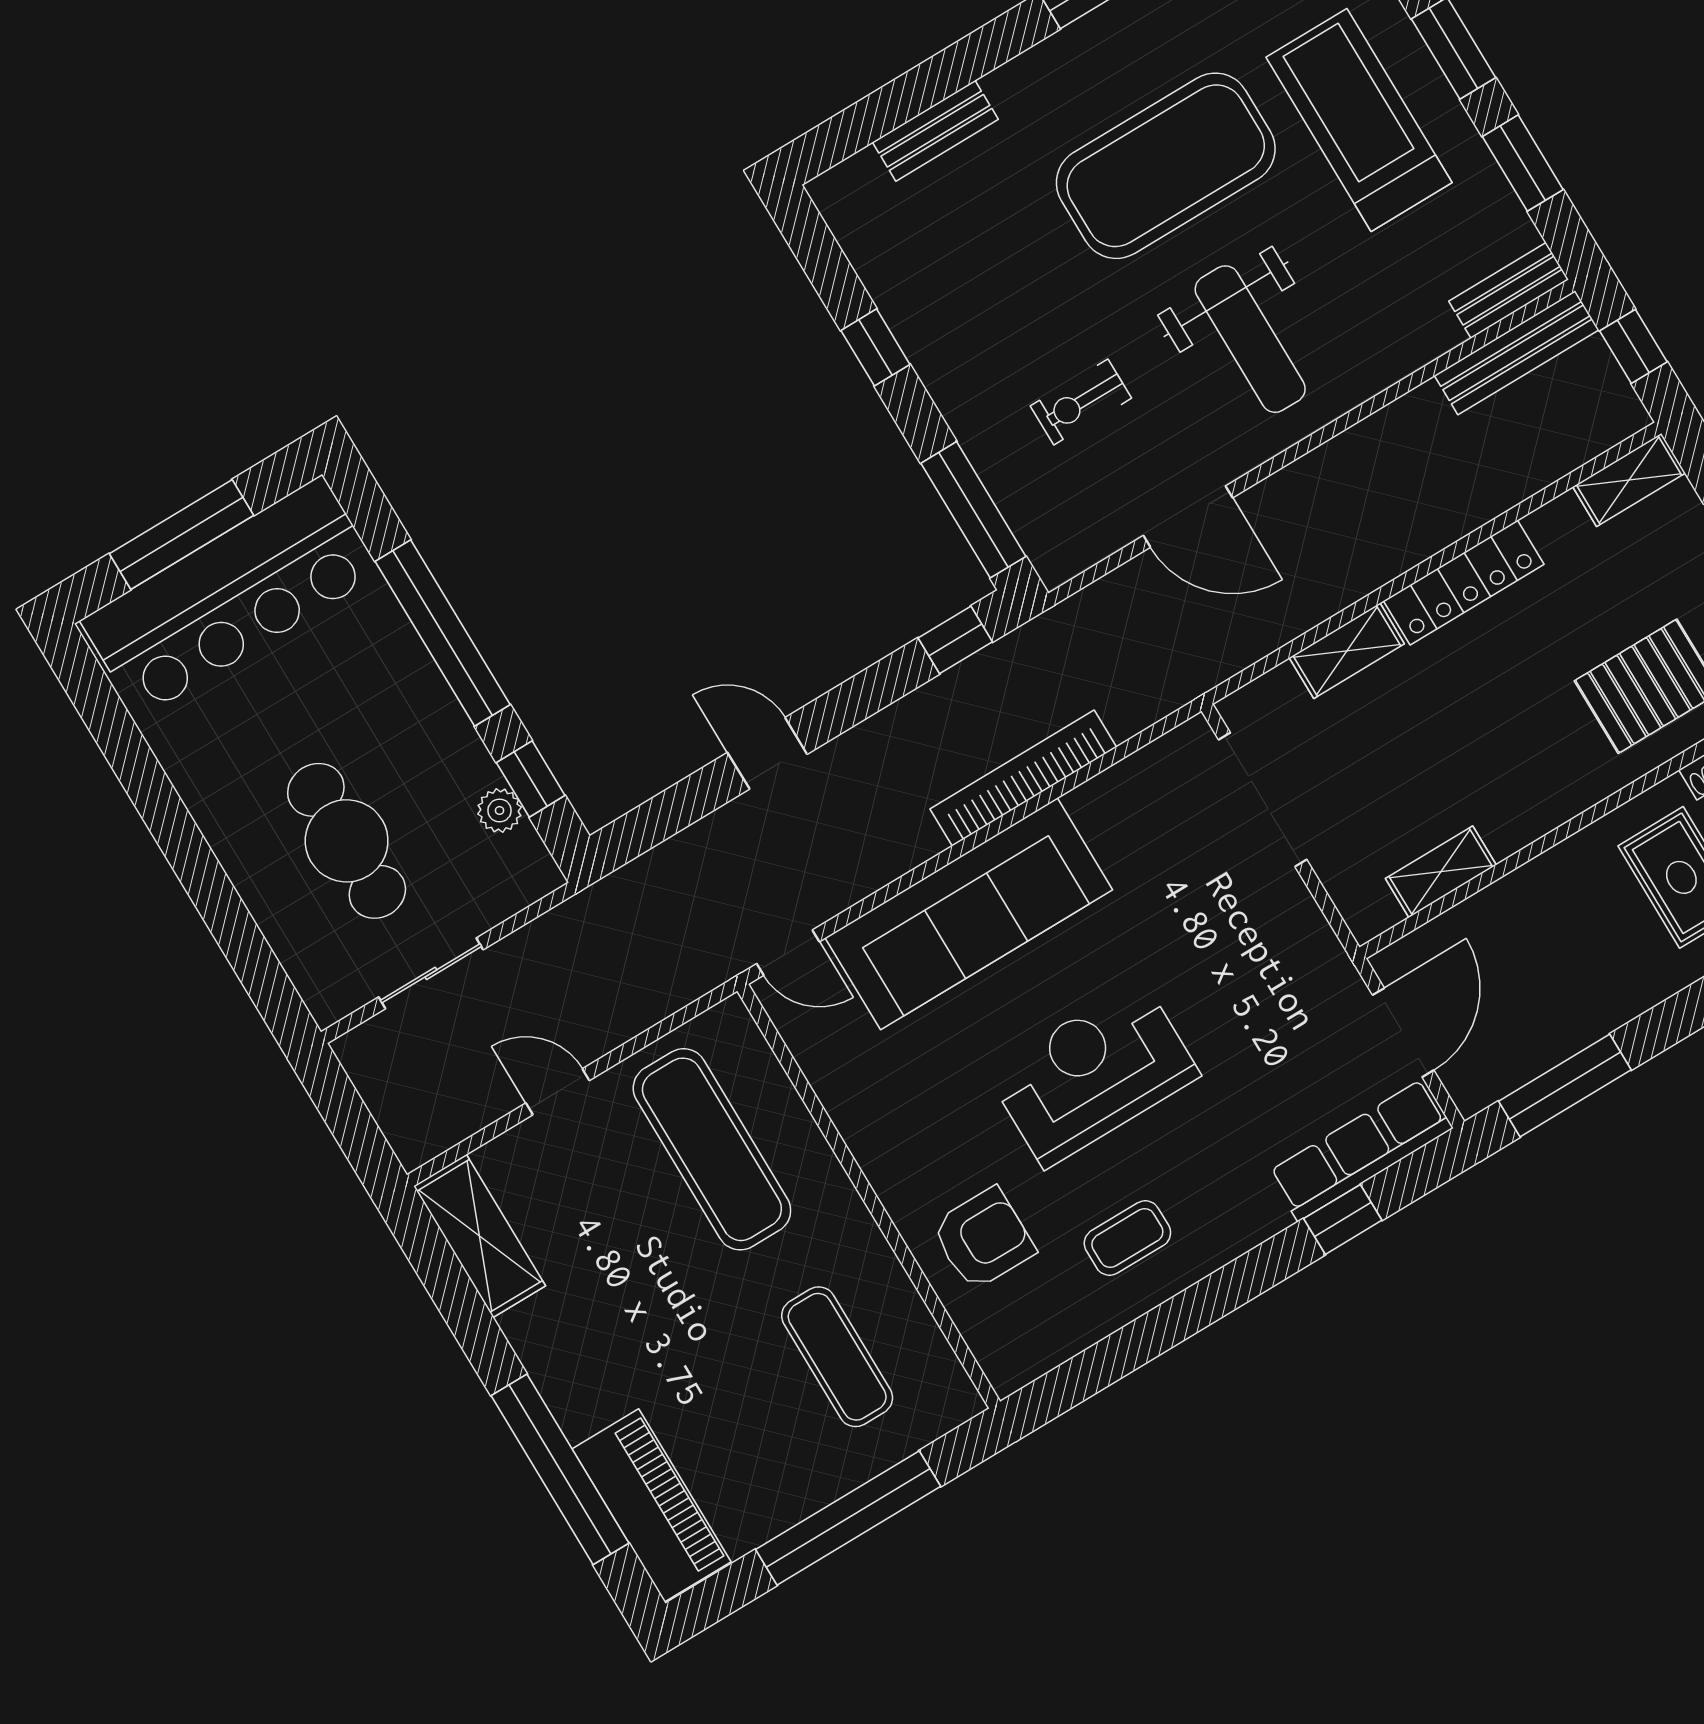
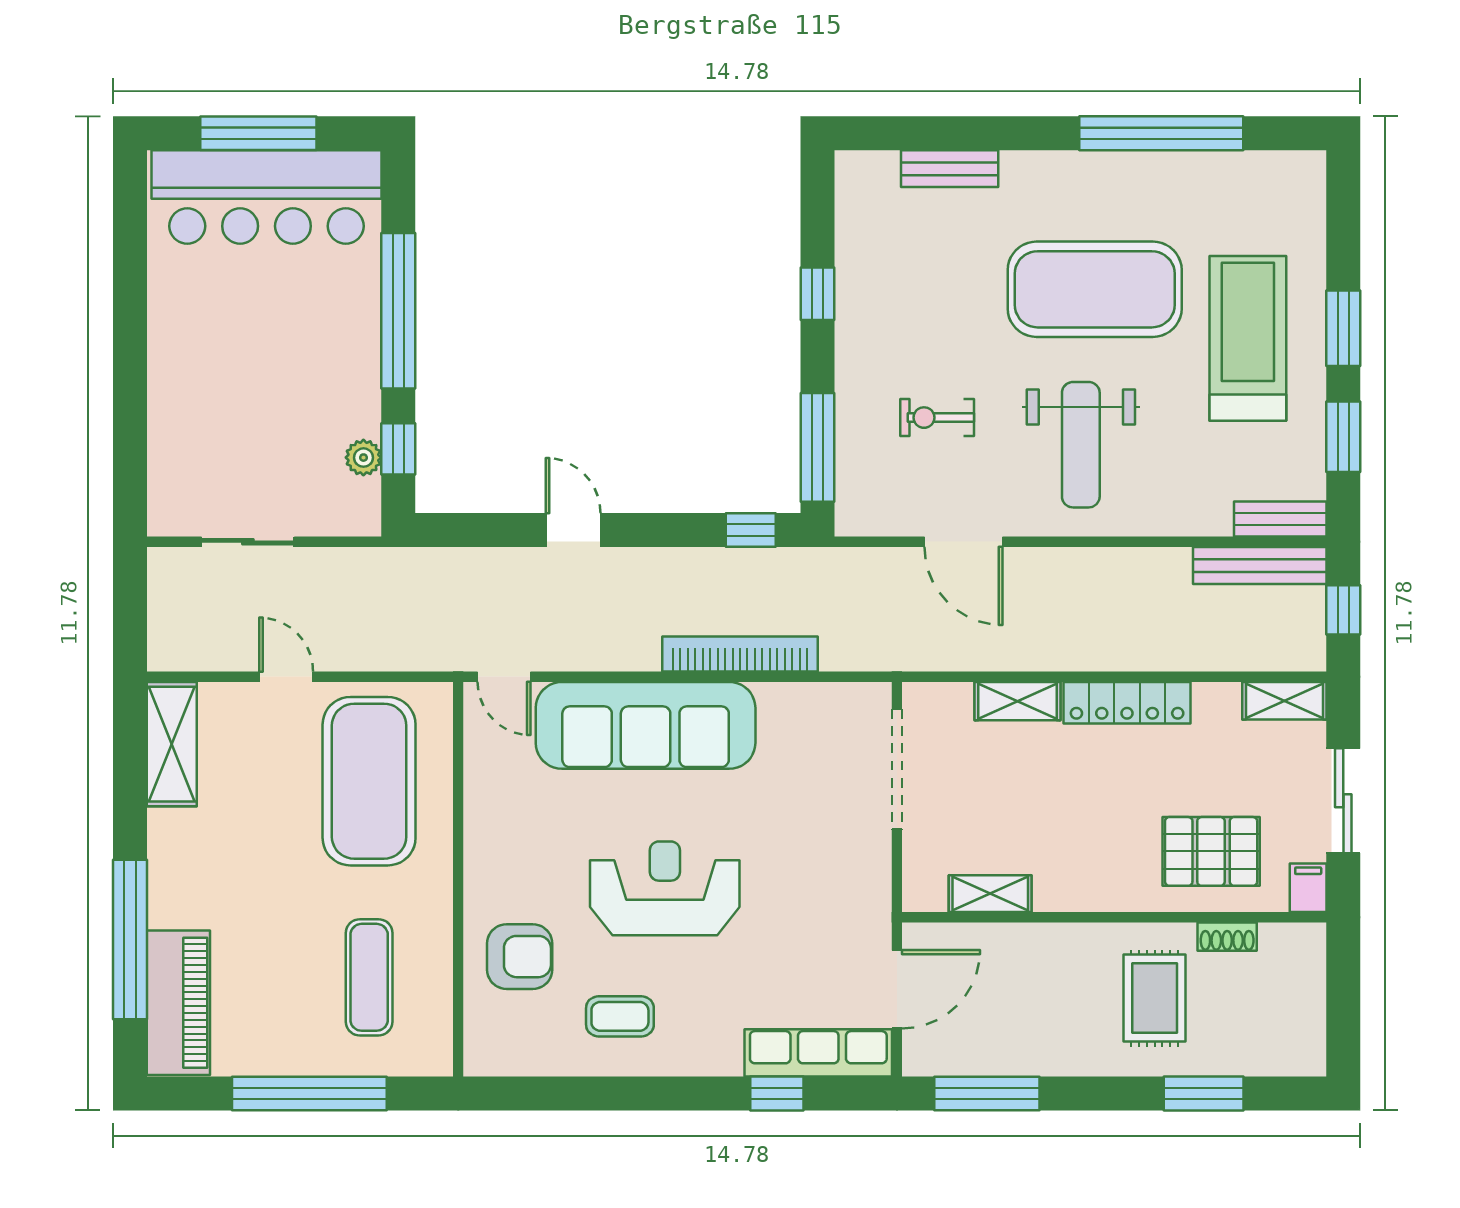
cafe table: (347, 841) -> (245, 415), removed
exercise mat: (712, 1149) -> (369, 781), width x1.47

